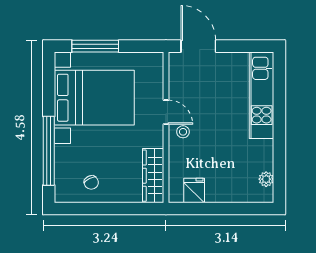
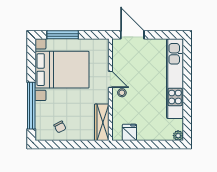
kitchen unit: (262, 95) -> (175, 79), width x1.36
plant: (266, 179) -> (178, 136), moved

